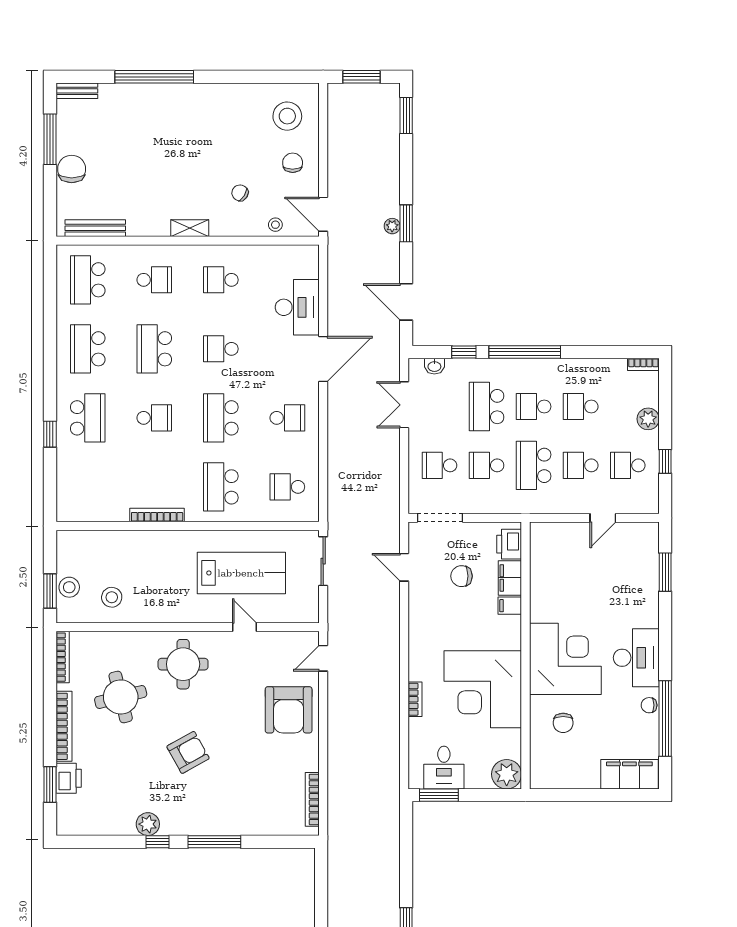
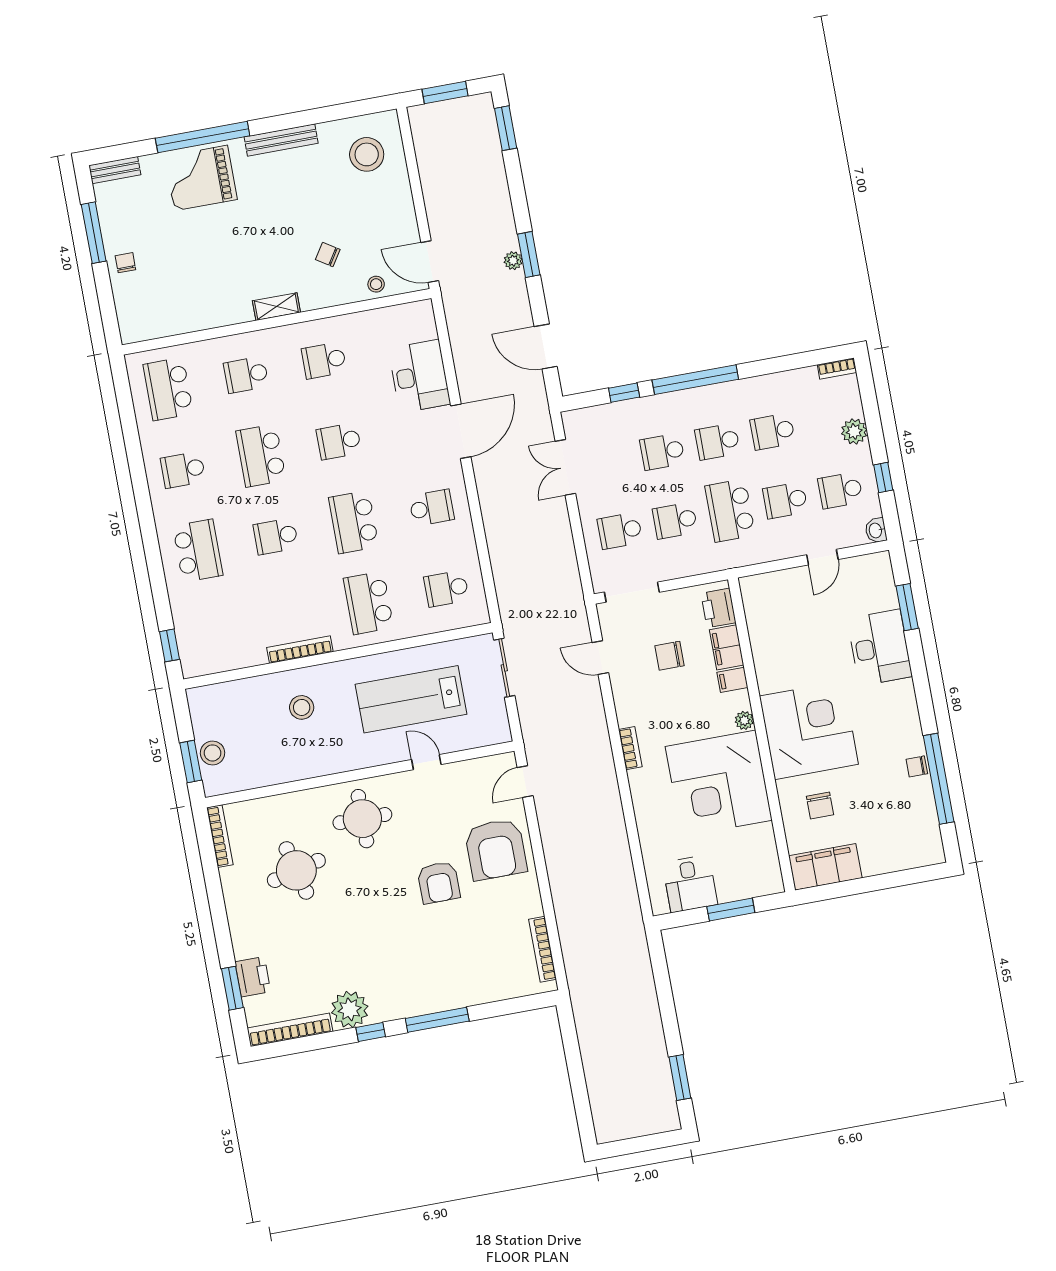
grand piano: (147, 110) -> (201, 178), added
chair: (293, 163) -> (383, 208), removed
chair: (72, 169) -> (125, 263), width x0.54, depth x0.54
bench: (95, 228) -> (281, 140), moved
school desk: (154, 280) -> (246, 375), turned 180
school desk: (88, 349) -> (183, 470), width x0.54
washbasin: (434, 366) -> (876, 530), moved, turned 90
school desk: (487, 407) -> (662, 452), width x0.54
school desk: (154, 418) -> (276, 536), turned 180
window: (50, 434) -> (169, 645), moved
lab bench: (241, 573) -> (411, 699), turned 180
stool: (112, 597) -> (302, 707), moved
desk: (636, 658) -> (880, 648), moved
bookcase: (415, 699) -> (630, 748), moved
bookcase: (64, 726) -> (290, 1030), moved, turned -90
armchair: (188, 752) -> (439, 882), moved, turned 119
plant: (507, 774) -> (744, 720), moved, width x0.53, depth x0.53
filing cabinet: (629, 774) -> (825, 867), moved
window: (439, 795) -> (731, 910), moved
plant: (148, 824) -> (350, 1009), width x1.36, depth x1.36

